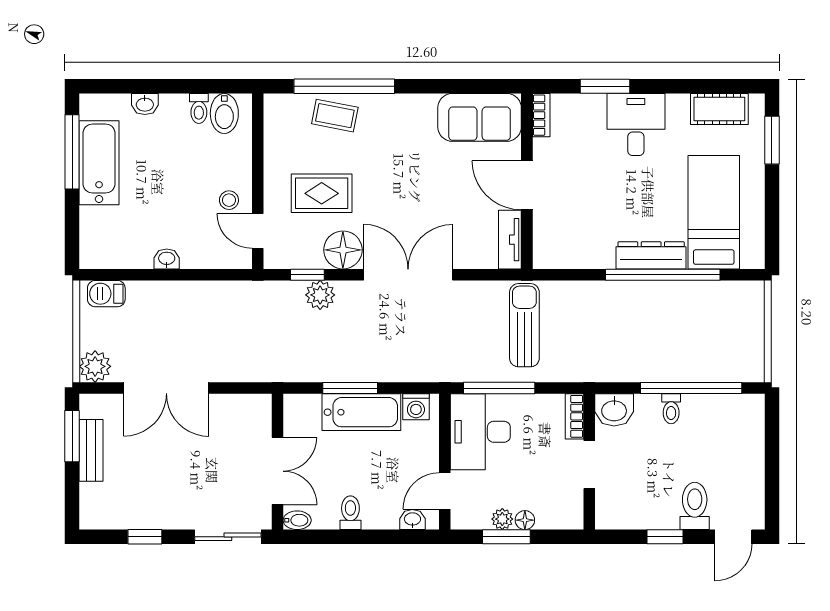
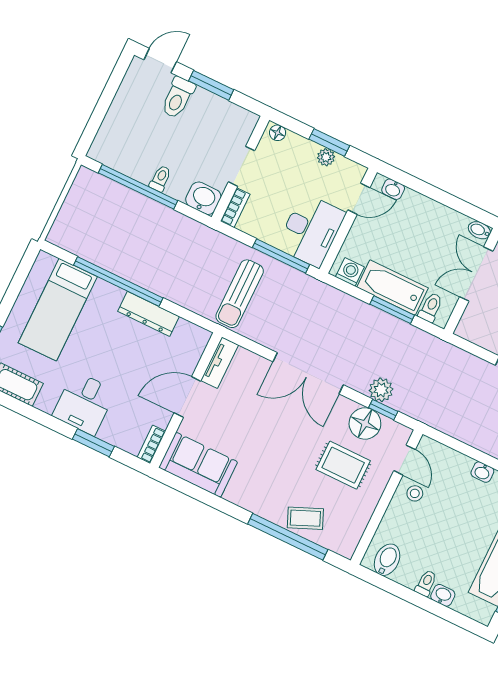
toilet: (199, 108) -> (426, 583), moved
coffee table: (335, 116) -> (305, 518), turned -34
door: (527, 185) -> (187, 397), swing flipped
floor lamp: (343, 250) -> (365, 424), moved
dresser: (651, 255) -> (149, 314), moved
toilet: (350, 513) -> (431, 307), moved, turned 180
floor lamp: (525, 520) -> (278, 133), moved
window: (665, 537) -> (211, 85), width x1.50

